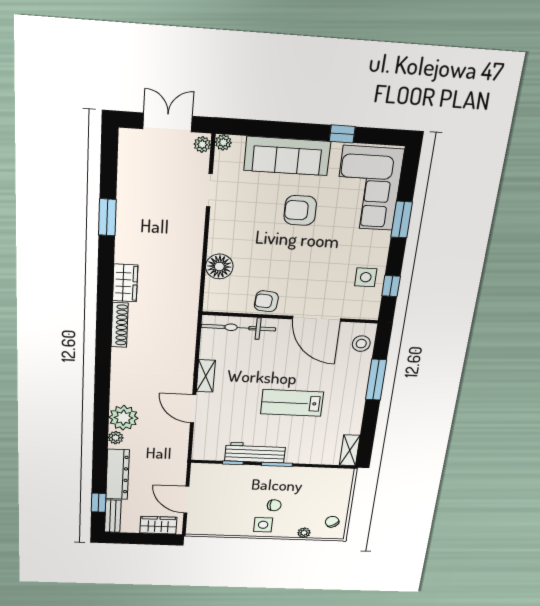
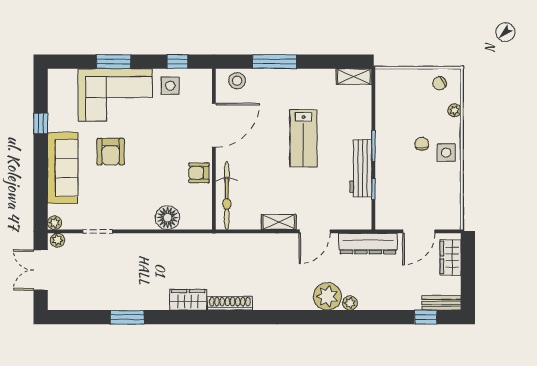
corner sofa: (368, 188) -> (115, 95), moved
armchair: (266, 301) -> (199, 173), turned 85
dresser: (117, 474) -> (368, 243), moved, turned 180

